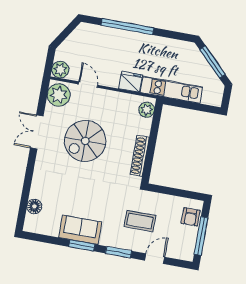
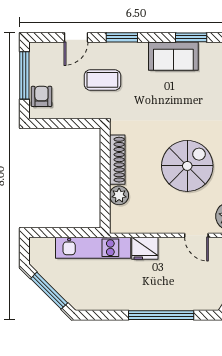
plant: (147, 110) -> (119, 195), moved
window: (82, 245) -> (191, 37), moved

